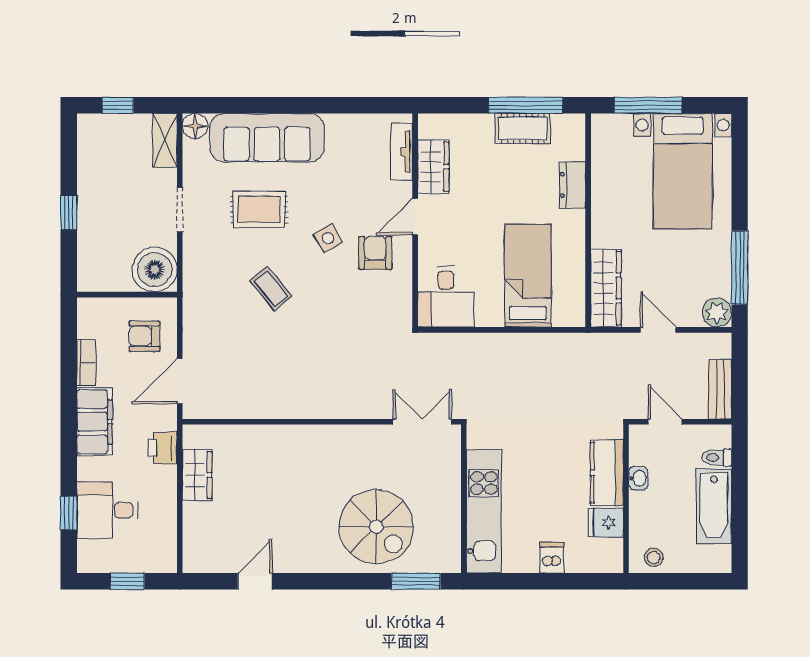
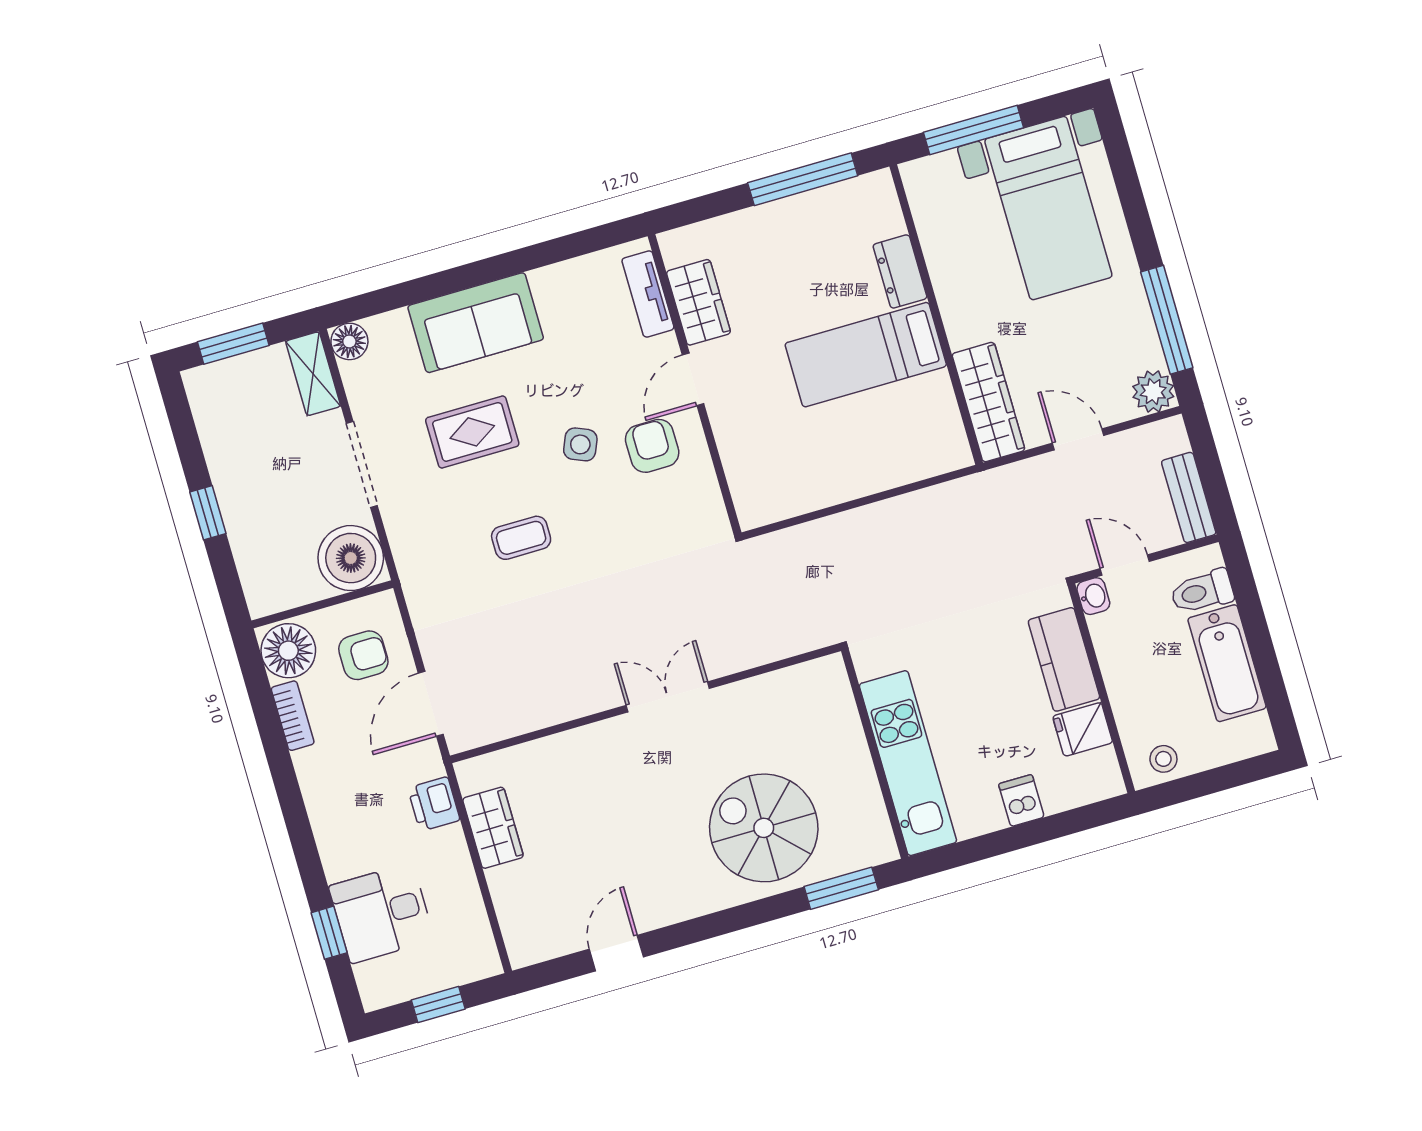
window: (118, 105) -> (233, 344), width x1.50
cot: (523, 128) -> (808, 213), removed
sofa: (267, 138) -> (476, 323), width x0.73
doorway: (180, 210) -> (362, 464), width x1.38
side table: (328, 238) -> (580, 444), turned -37
bed: (528, 276) -> (866, 355), moved, turned -90
coffee table: (271, 289) -> (521, 538), turned -51
desk: (446, 297) -> (768, 479), removed
floor lamp: (96, 319) -> (288, 651), added
armchair: (144, 336) -> (363, 655), turned 180
filing cabinet: (95, 422) -> (328, 795), removed
double door: (422, 422) -> (668, 697), moved
toilet: (717, 458) -> (1202, 592), width x1.37, depth x1.39
washbasin: (638, 478) -> (1093, 596), moved
spiral stairs: (376, 527) -> (764, 828), turned 180

